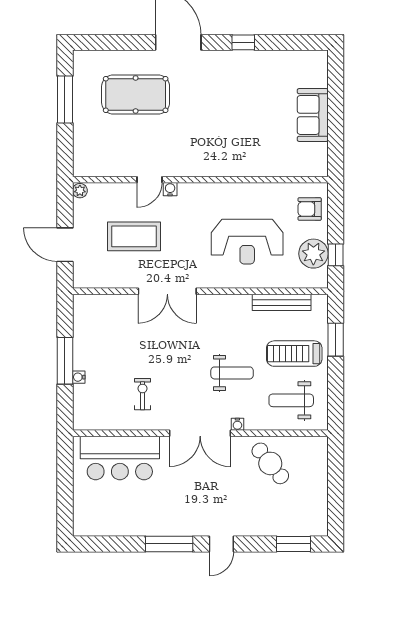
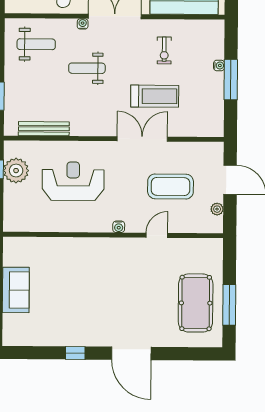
pool table: (136, 94) -> (196, 303), moved, turned 90
water cooler: (170, 189) -> (119, 227), moved
plant: (80, 191) -> (217, 209), moved
armchair: (310, 209) -> (19, 209), removed
treadmill: (294, 354) -> (155, 96), moved

